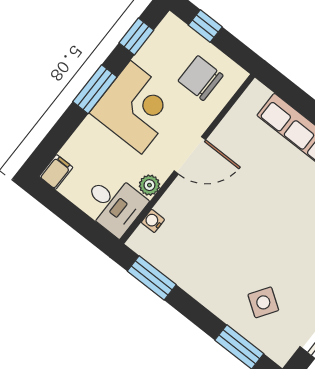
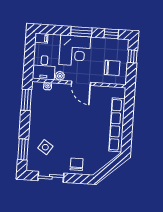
chair: (201, 78) -> (112, 68), turned 90
corner desk: (136, 107) -> (75, 51), moved

